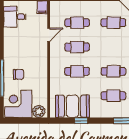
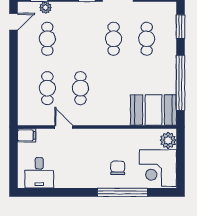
cafe table: (77, 71) -> (114, 88), removed
booth: (72, 106) -> (153, 110), moved, turned 90
window: (81, 121) -> (180, 83), width x3.17

